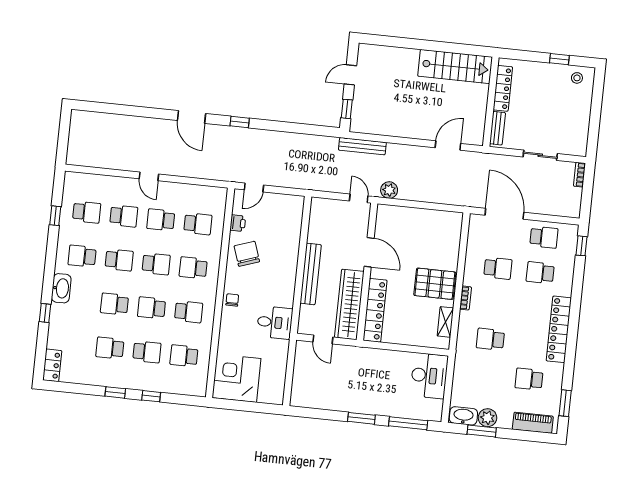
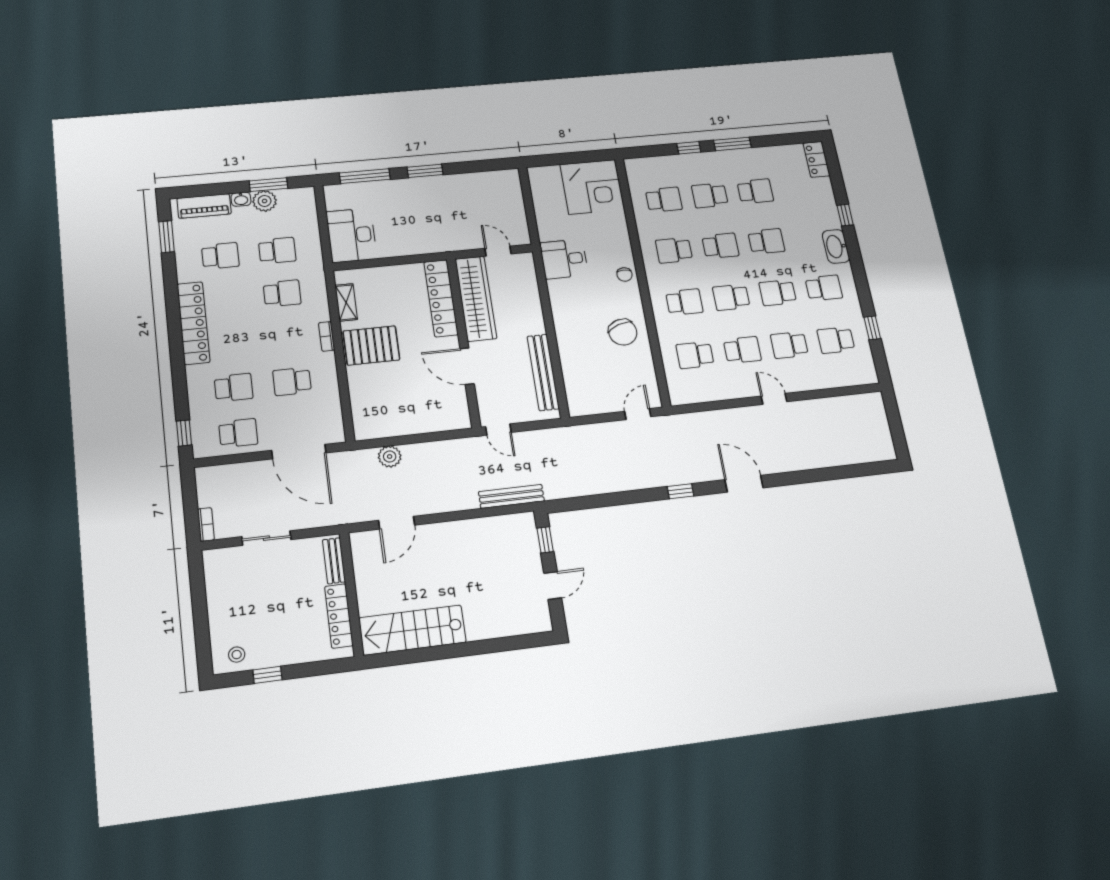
plant: (389, 190) -> (390, 457), moved
printer: (238, 223) -> (645, 366), removed
school desk: (544, 237) -> (238, 433), turned 180
bench: (311, 274) -> (543, 372), moved
school desk: (487, 375) -> (277, 251), added
window: (115, 392) -> (732, 144), width x1.50
washbasin: (463, 416) -> (241, 199), moved, width x0.52, depth x0.69

